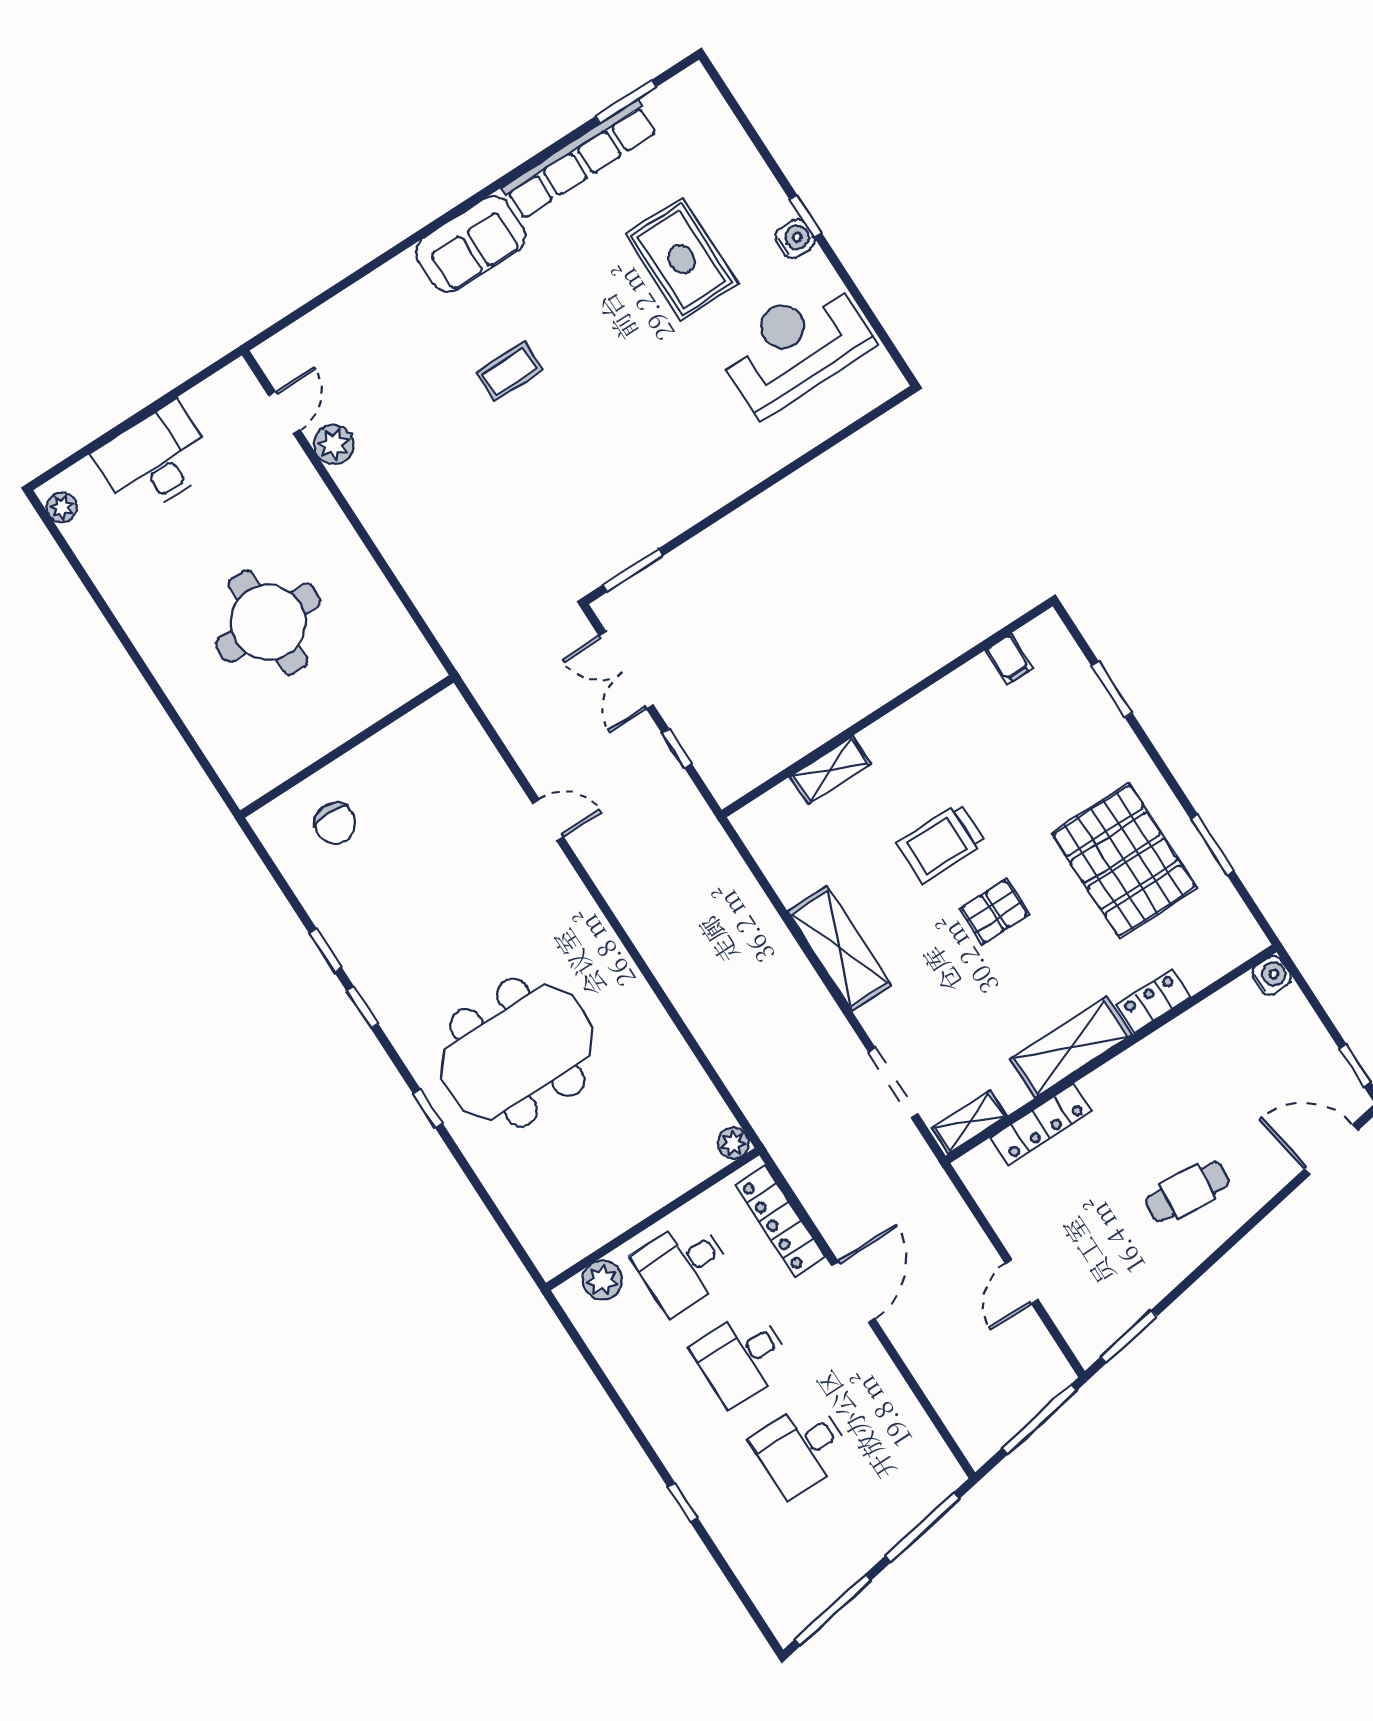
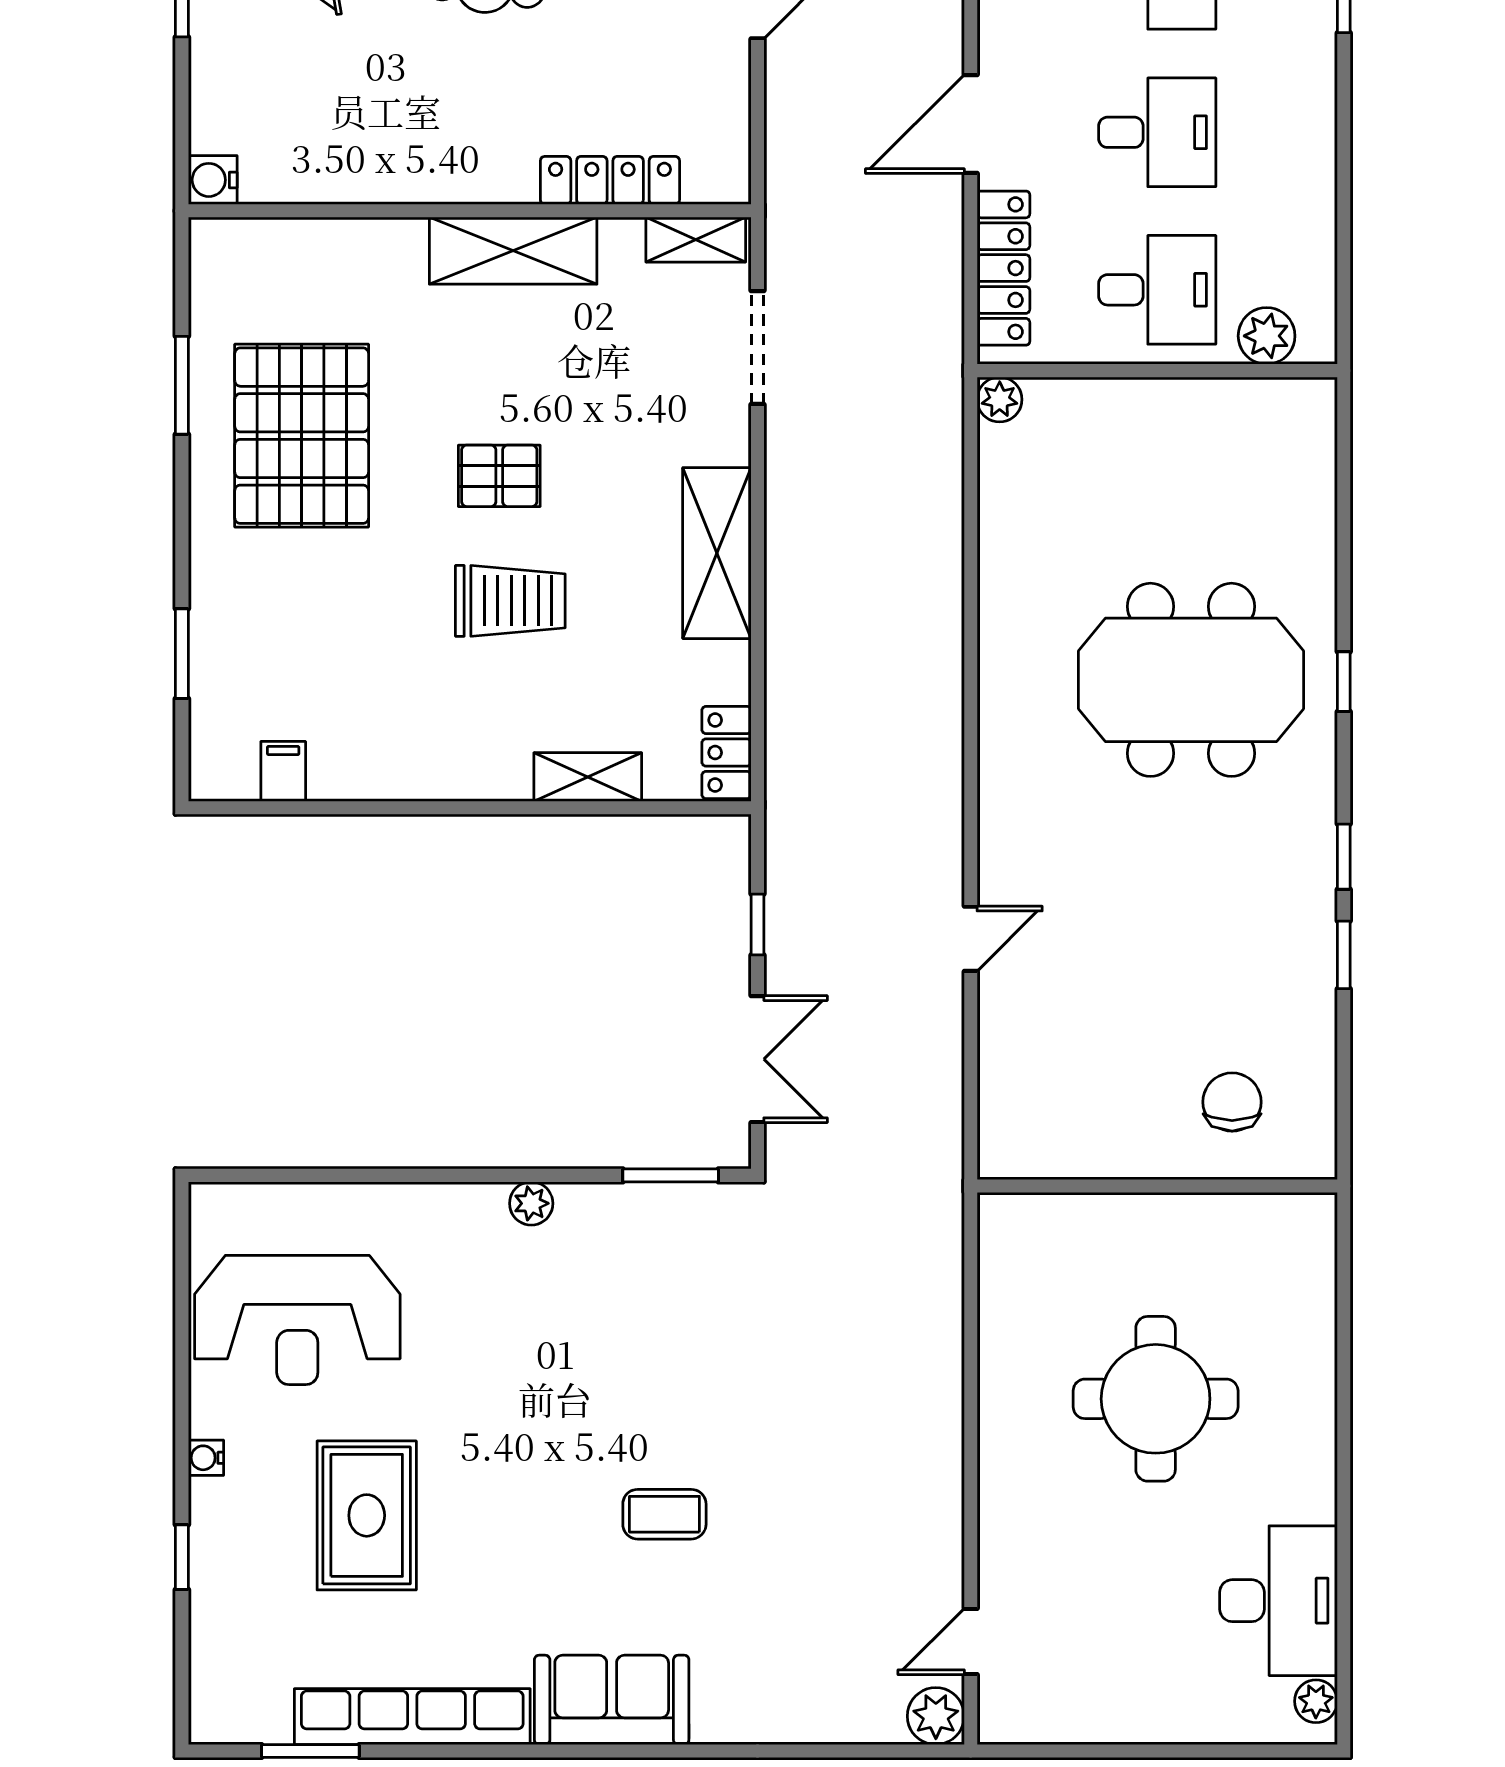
window: (806, 216) -> (182, 1557), moved
water cooler: (795, 239) -> (206, 1458), width x0.72, depth x0.72
plant: (334, 444) -> (936, 1716), moved
desk: (155, 460) -> (1278, 1601), moved, turned -90
plant: (703, 502) -> (531, 1203), added
door: (548, 820) -> (971, 939), swing flipped
locker: (1154, 1001) -> (726, 753), moved, turned 90

